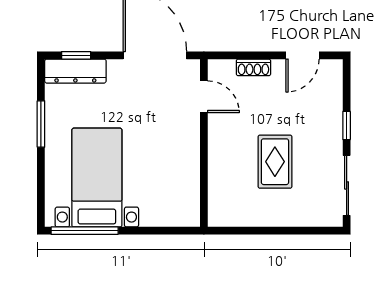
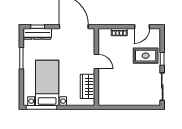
door: (204, 97) -> (96, 61), moved
rug: (275, 162) -> (146, 56), moved, turned 90
wardrobe: (185, 185) -> (88, 86), added

